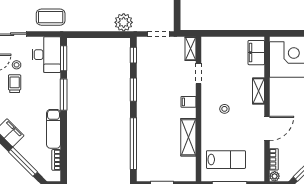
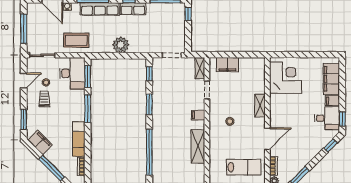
plant: (124, 22) -> (121, 45), moved
filing cabinet: (256, 53) -> (227, 65), moved, turned -90
lab bench: (226, 160) -> (244, 167), moved

